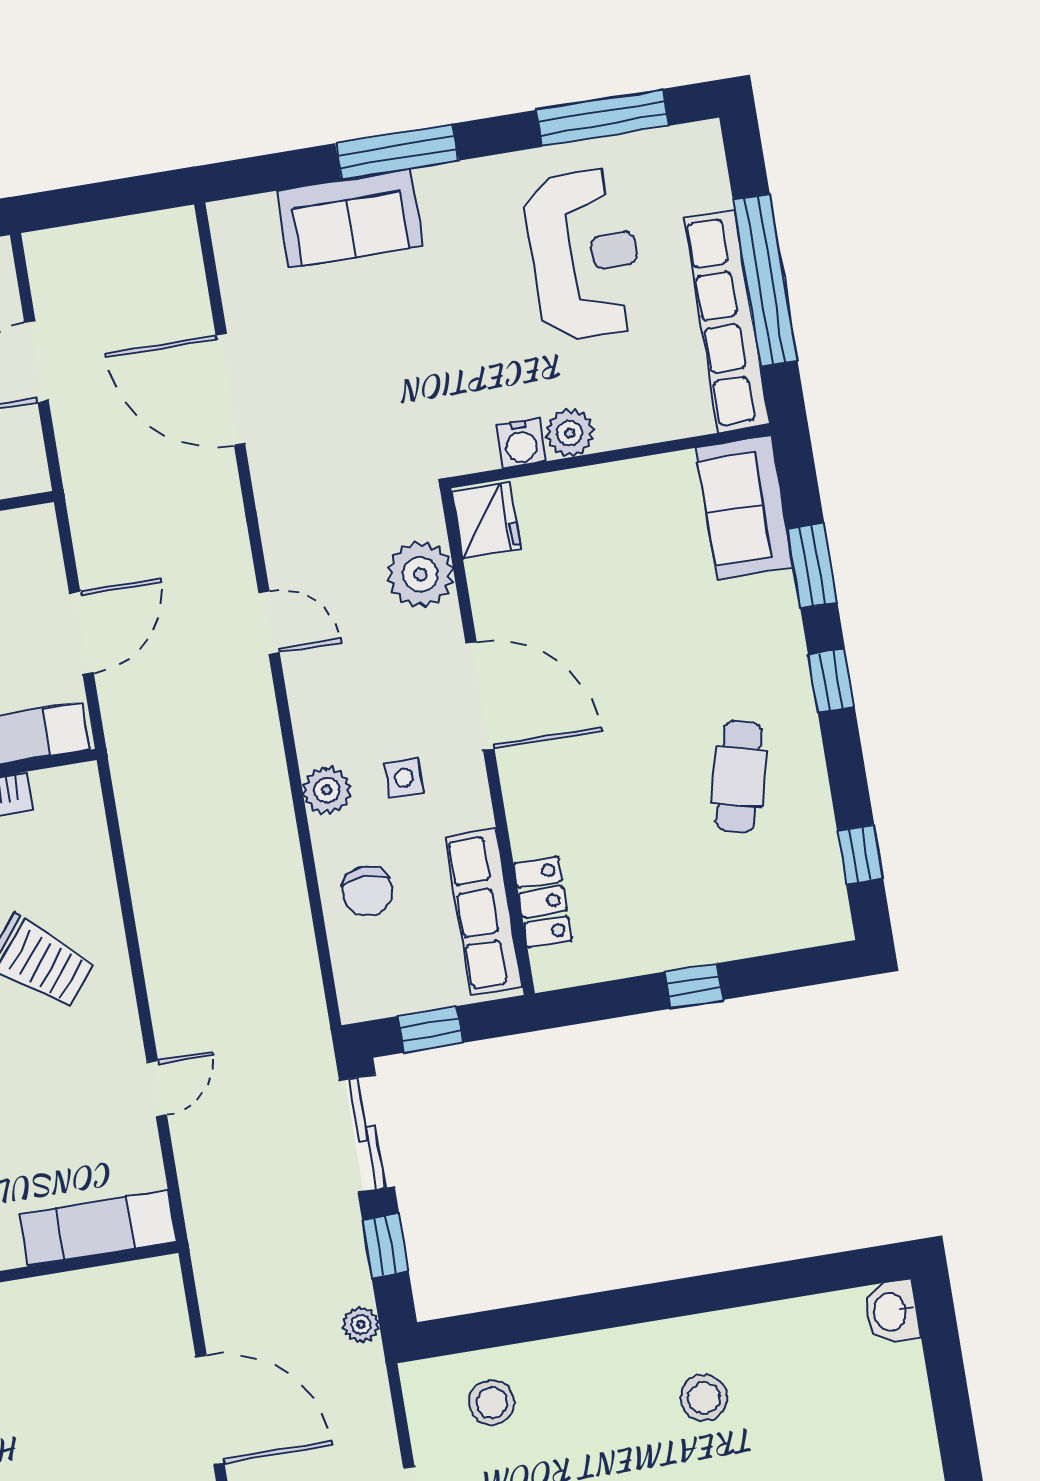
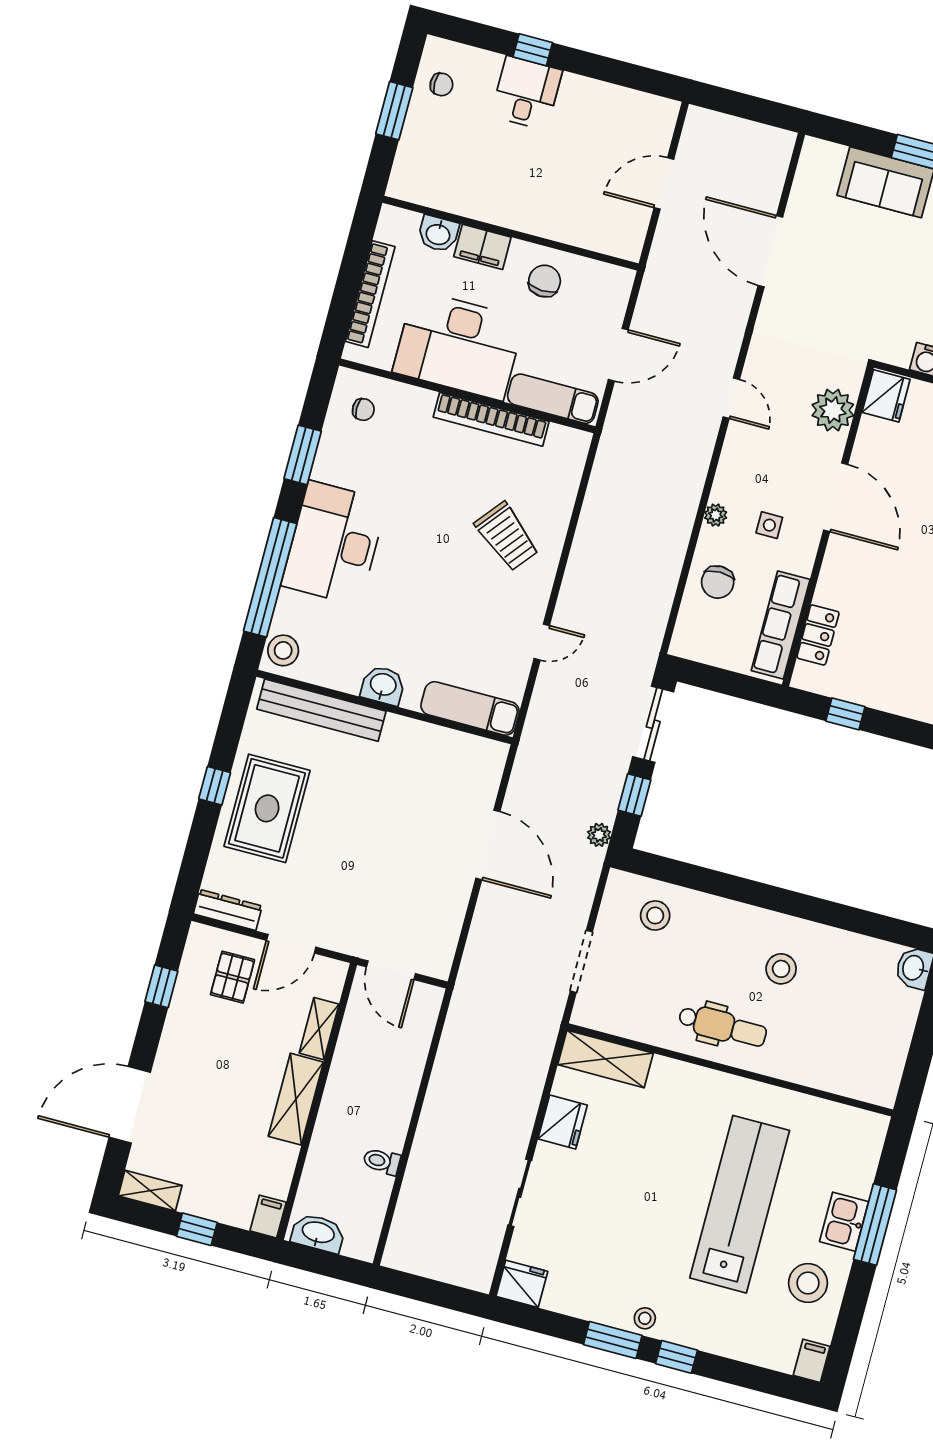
plant: (327, 790) -> (716, 515), width x0.73, depth x0.73
window: (694, 986) -> (845, 714), moved
window: (430, 1029) -> (718, 680), removed

